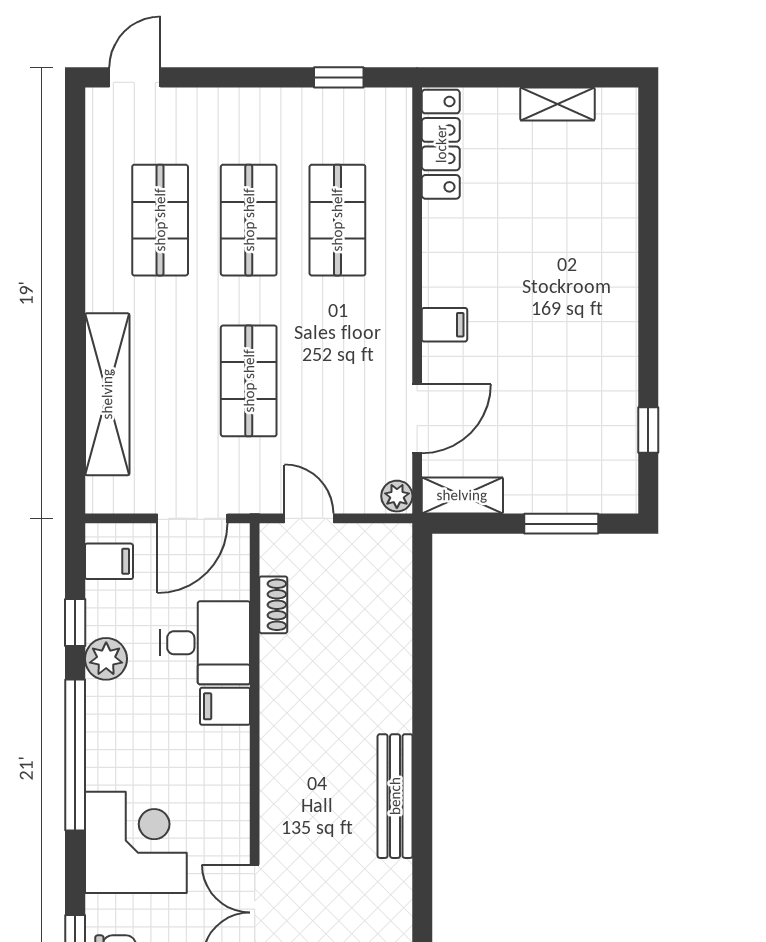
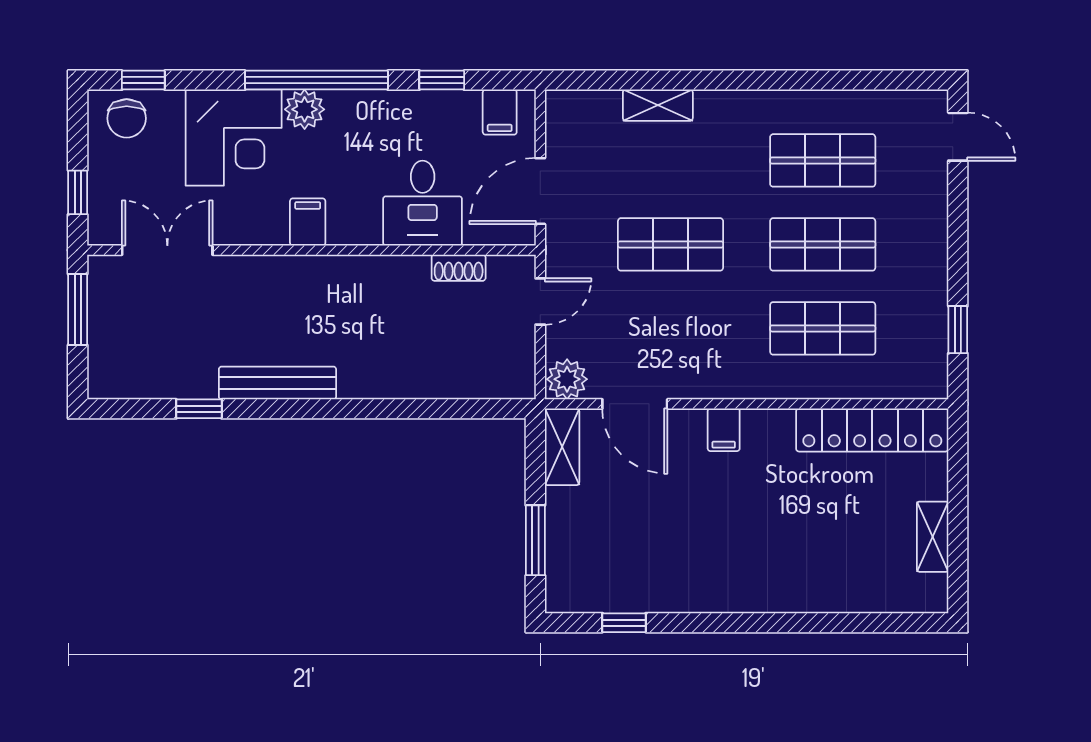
locker: (441, 144) -> (872, 430), width x1.41, depth x1.21
shelving: (107, 394) -> (658, 105), width x0.45, depth x0.75
plant: (397, 496) -> (567, 379), width x1.38, depth x1.38
door: (192, 518) -> (540, 191), hinge flipped
plant: (106, 659) -> (305, 109), moved
filing cabinet: (225, 706) -> (308, 222), moved
window: (422, 879) -> (199, 409), added

